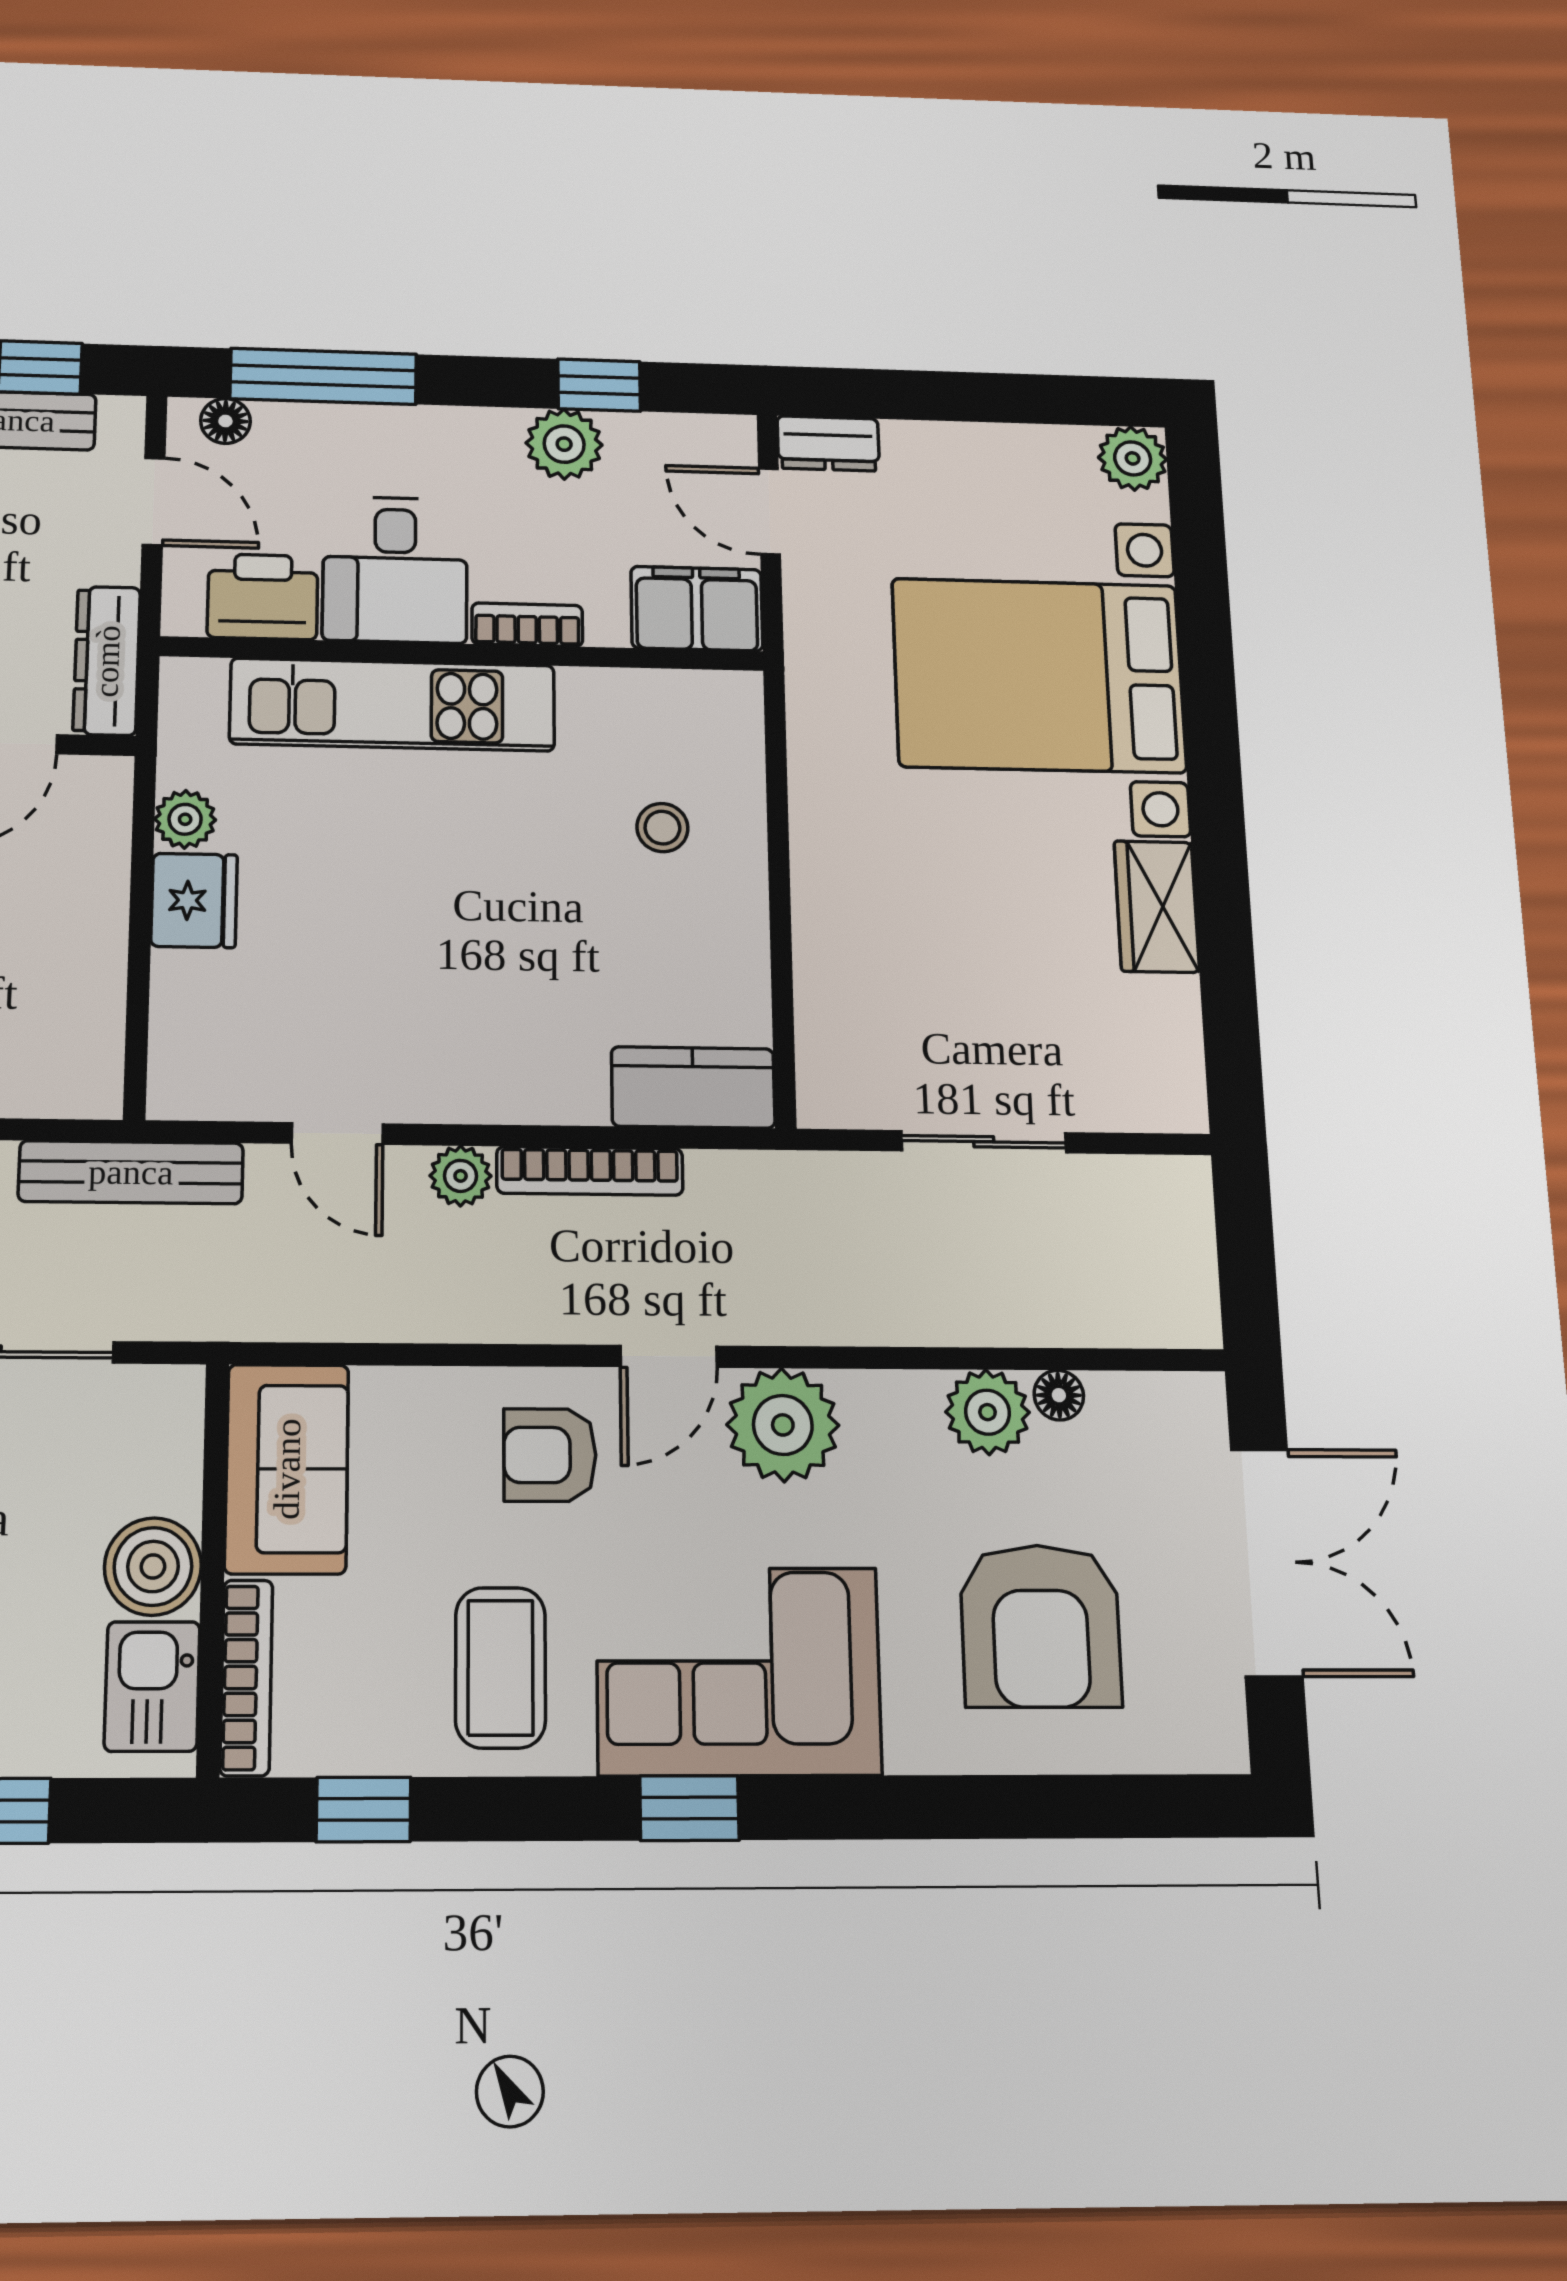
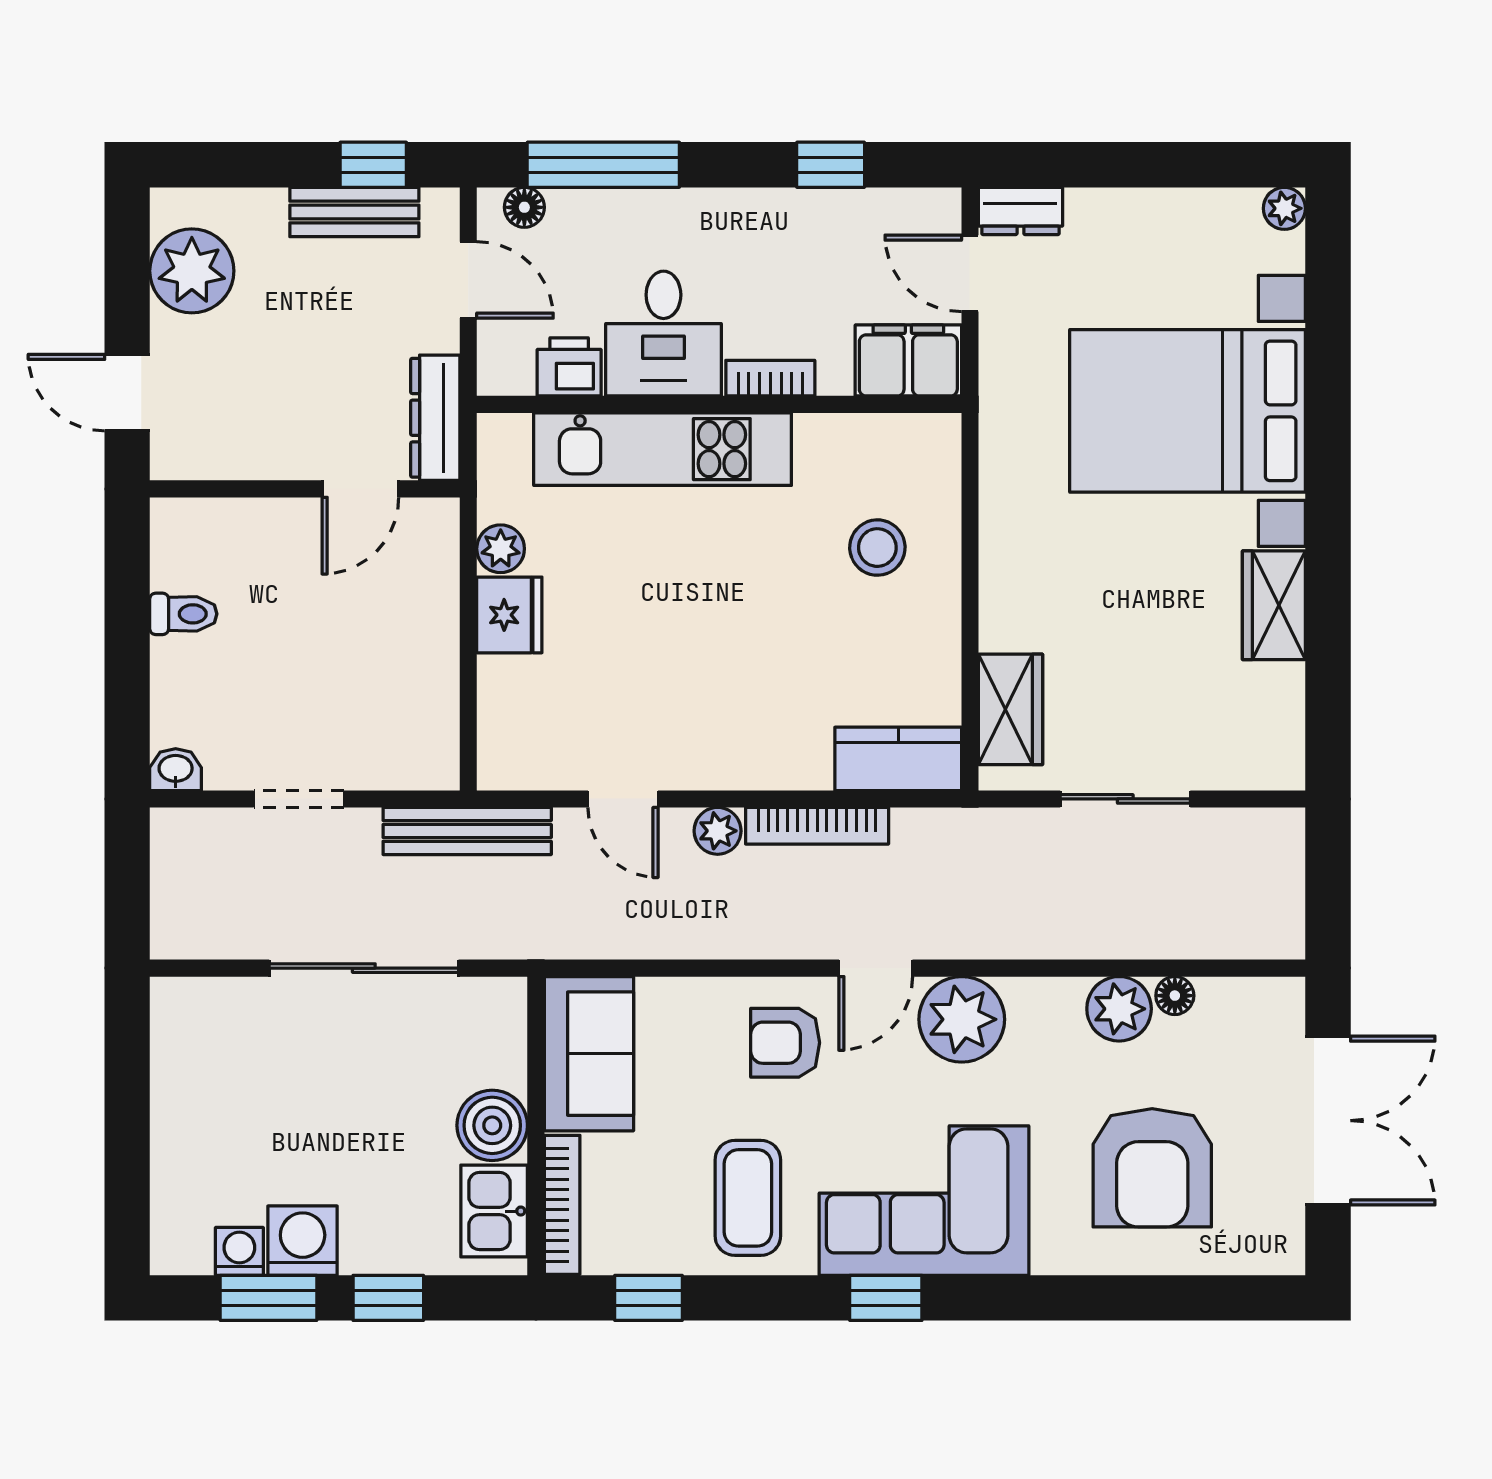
plant: (564, 444) -> (801, 219), removed
plant: (1133, 458) -> (1284, 208), width x0.73, depth x0.73
printer: (263, 597) -> (569, 367), width x0.73, depth x0.81
stool: (662, 828) -> (877, 548), width x1.37, depth x1.37
wardrobe: (834, 1028) -> (1010, 709), added

